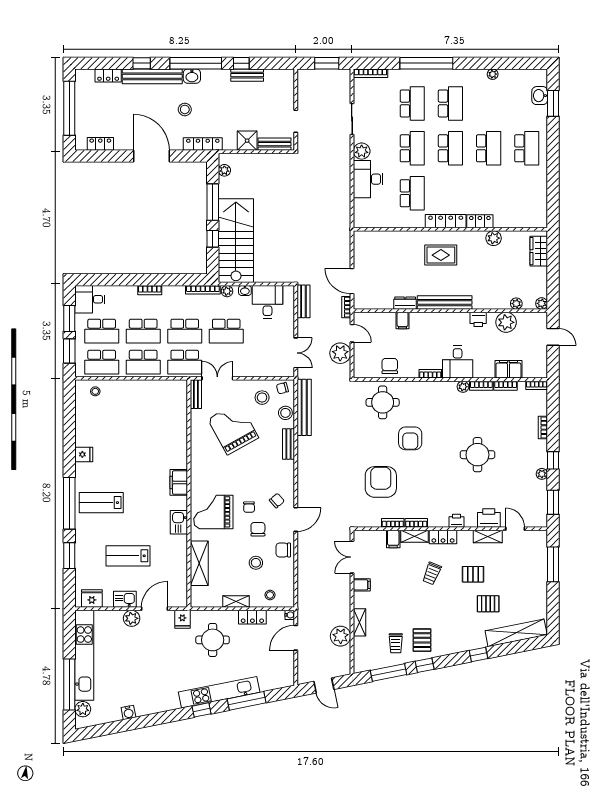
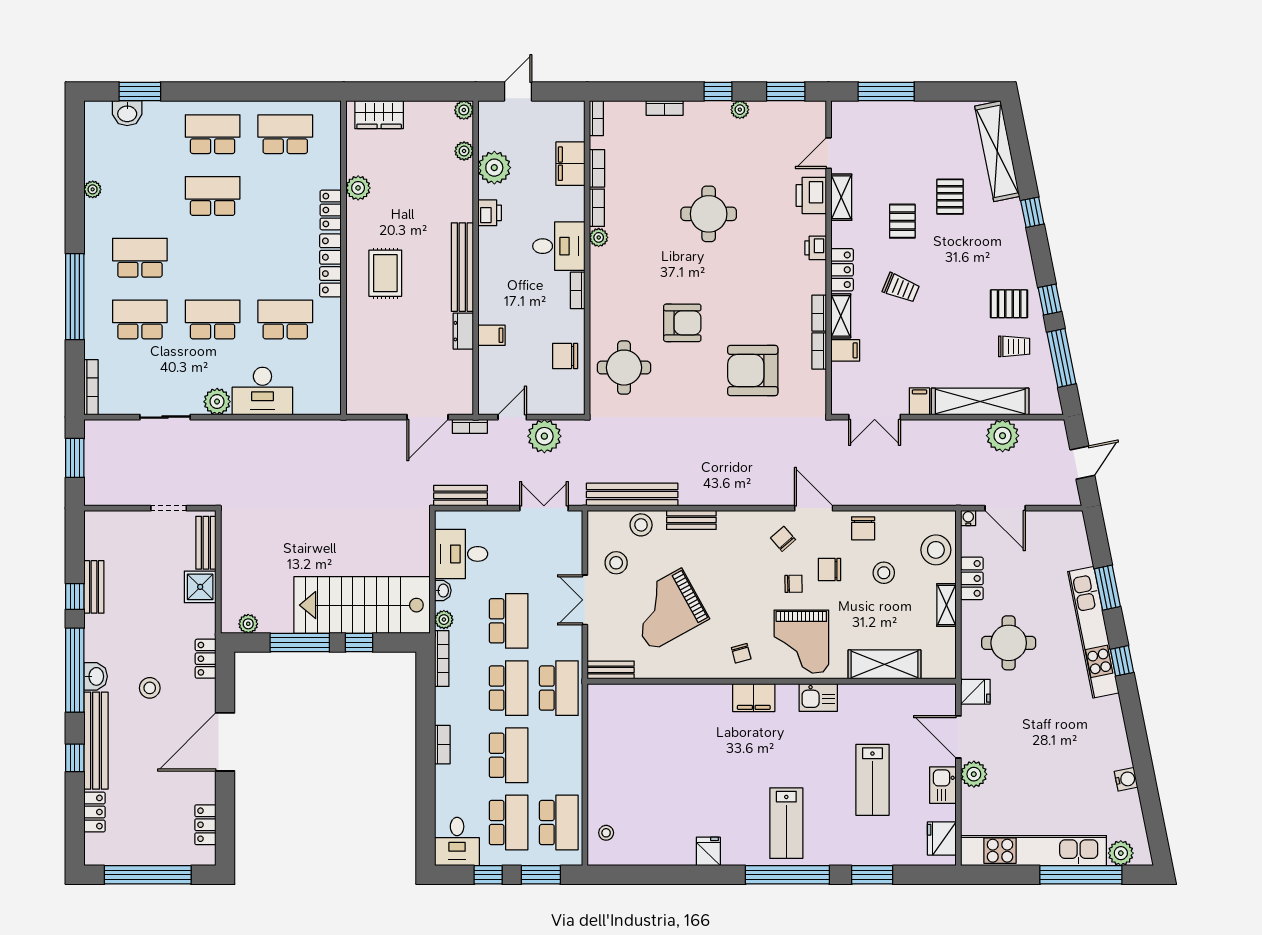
locker: (203, 144) -> (206, 659), width x0.66
school desk: (450, 148) -> (285, 134), moved
window: (69, 318) -> (488, 875), width x0.67
school desk: (143, 362) -> (559, 755), removed
double door: (217, 378) -> (585, 600), moved
chair: (282, 388) -> (741, 653), moved
stool: (270, 595) -> (936, 550), width x1.89, depth x1.89
shelving: (360, 622) -> (980, 402), width x2.20, depth x1.33
window: (247, 701) -> (1107, 588), width x0.69

